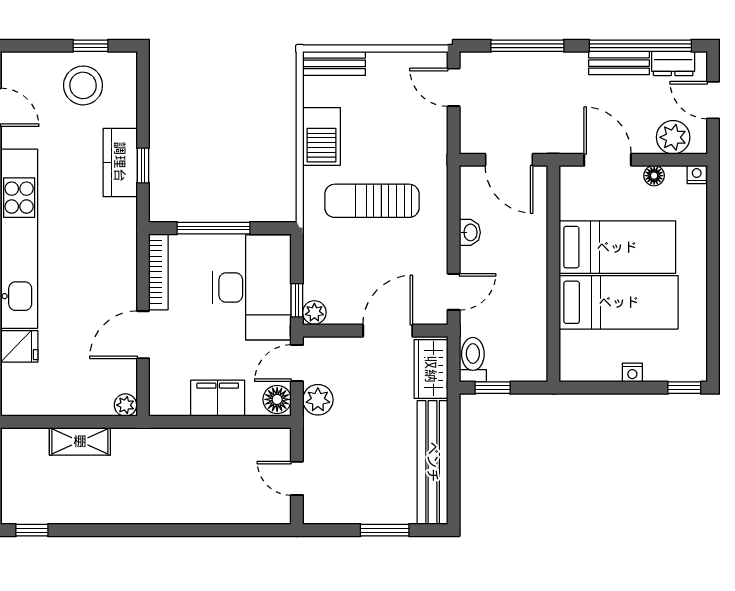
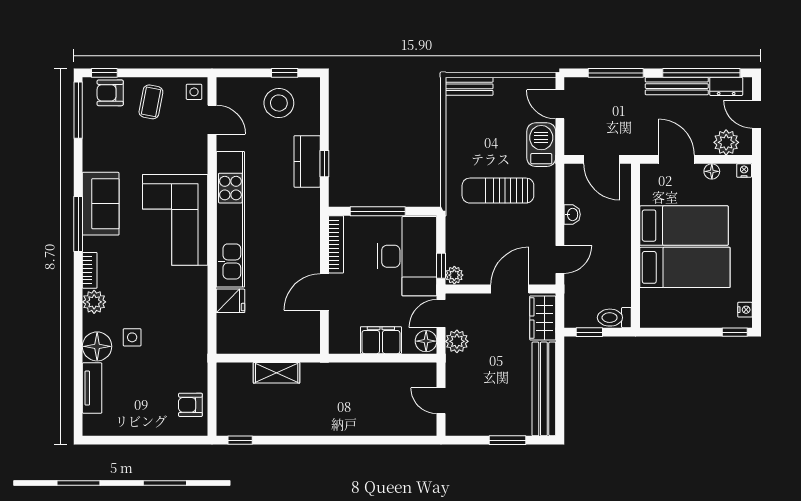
bench: (619, 63) -> (677, 86), width x1.36
barbecue: (321, 136) -> (541, 145), moved, turned 180
toilet: (473, 360) -> (614, 318), moved, turned -90
nightstand: (632, 373) -> (745, 310), moved, turned -90
plant: (125, 405) -> (311, 345), removed

